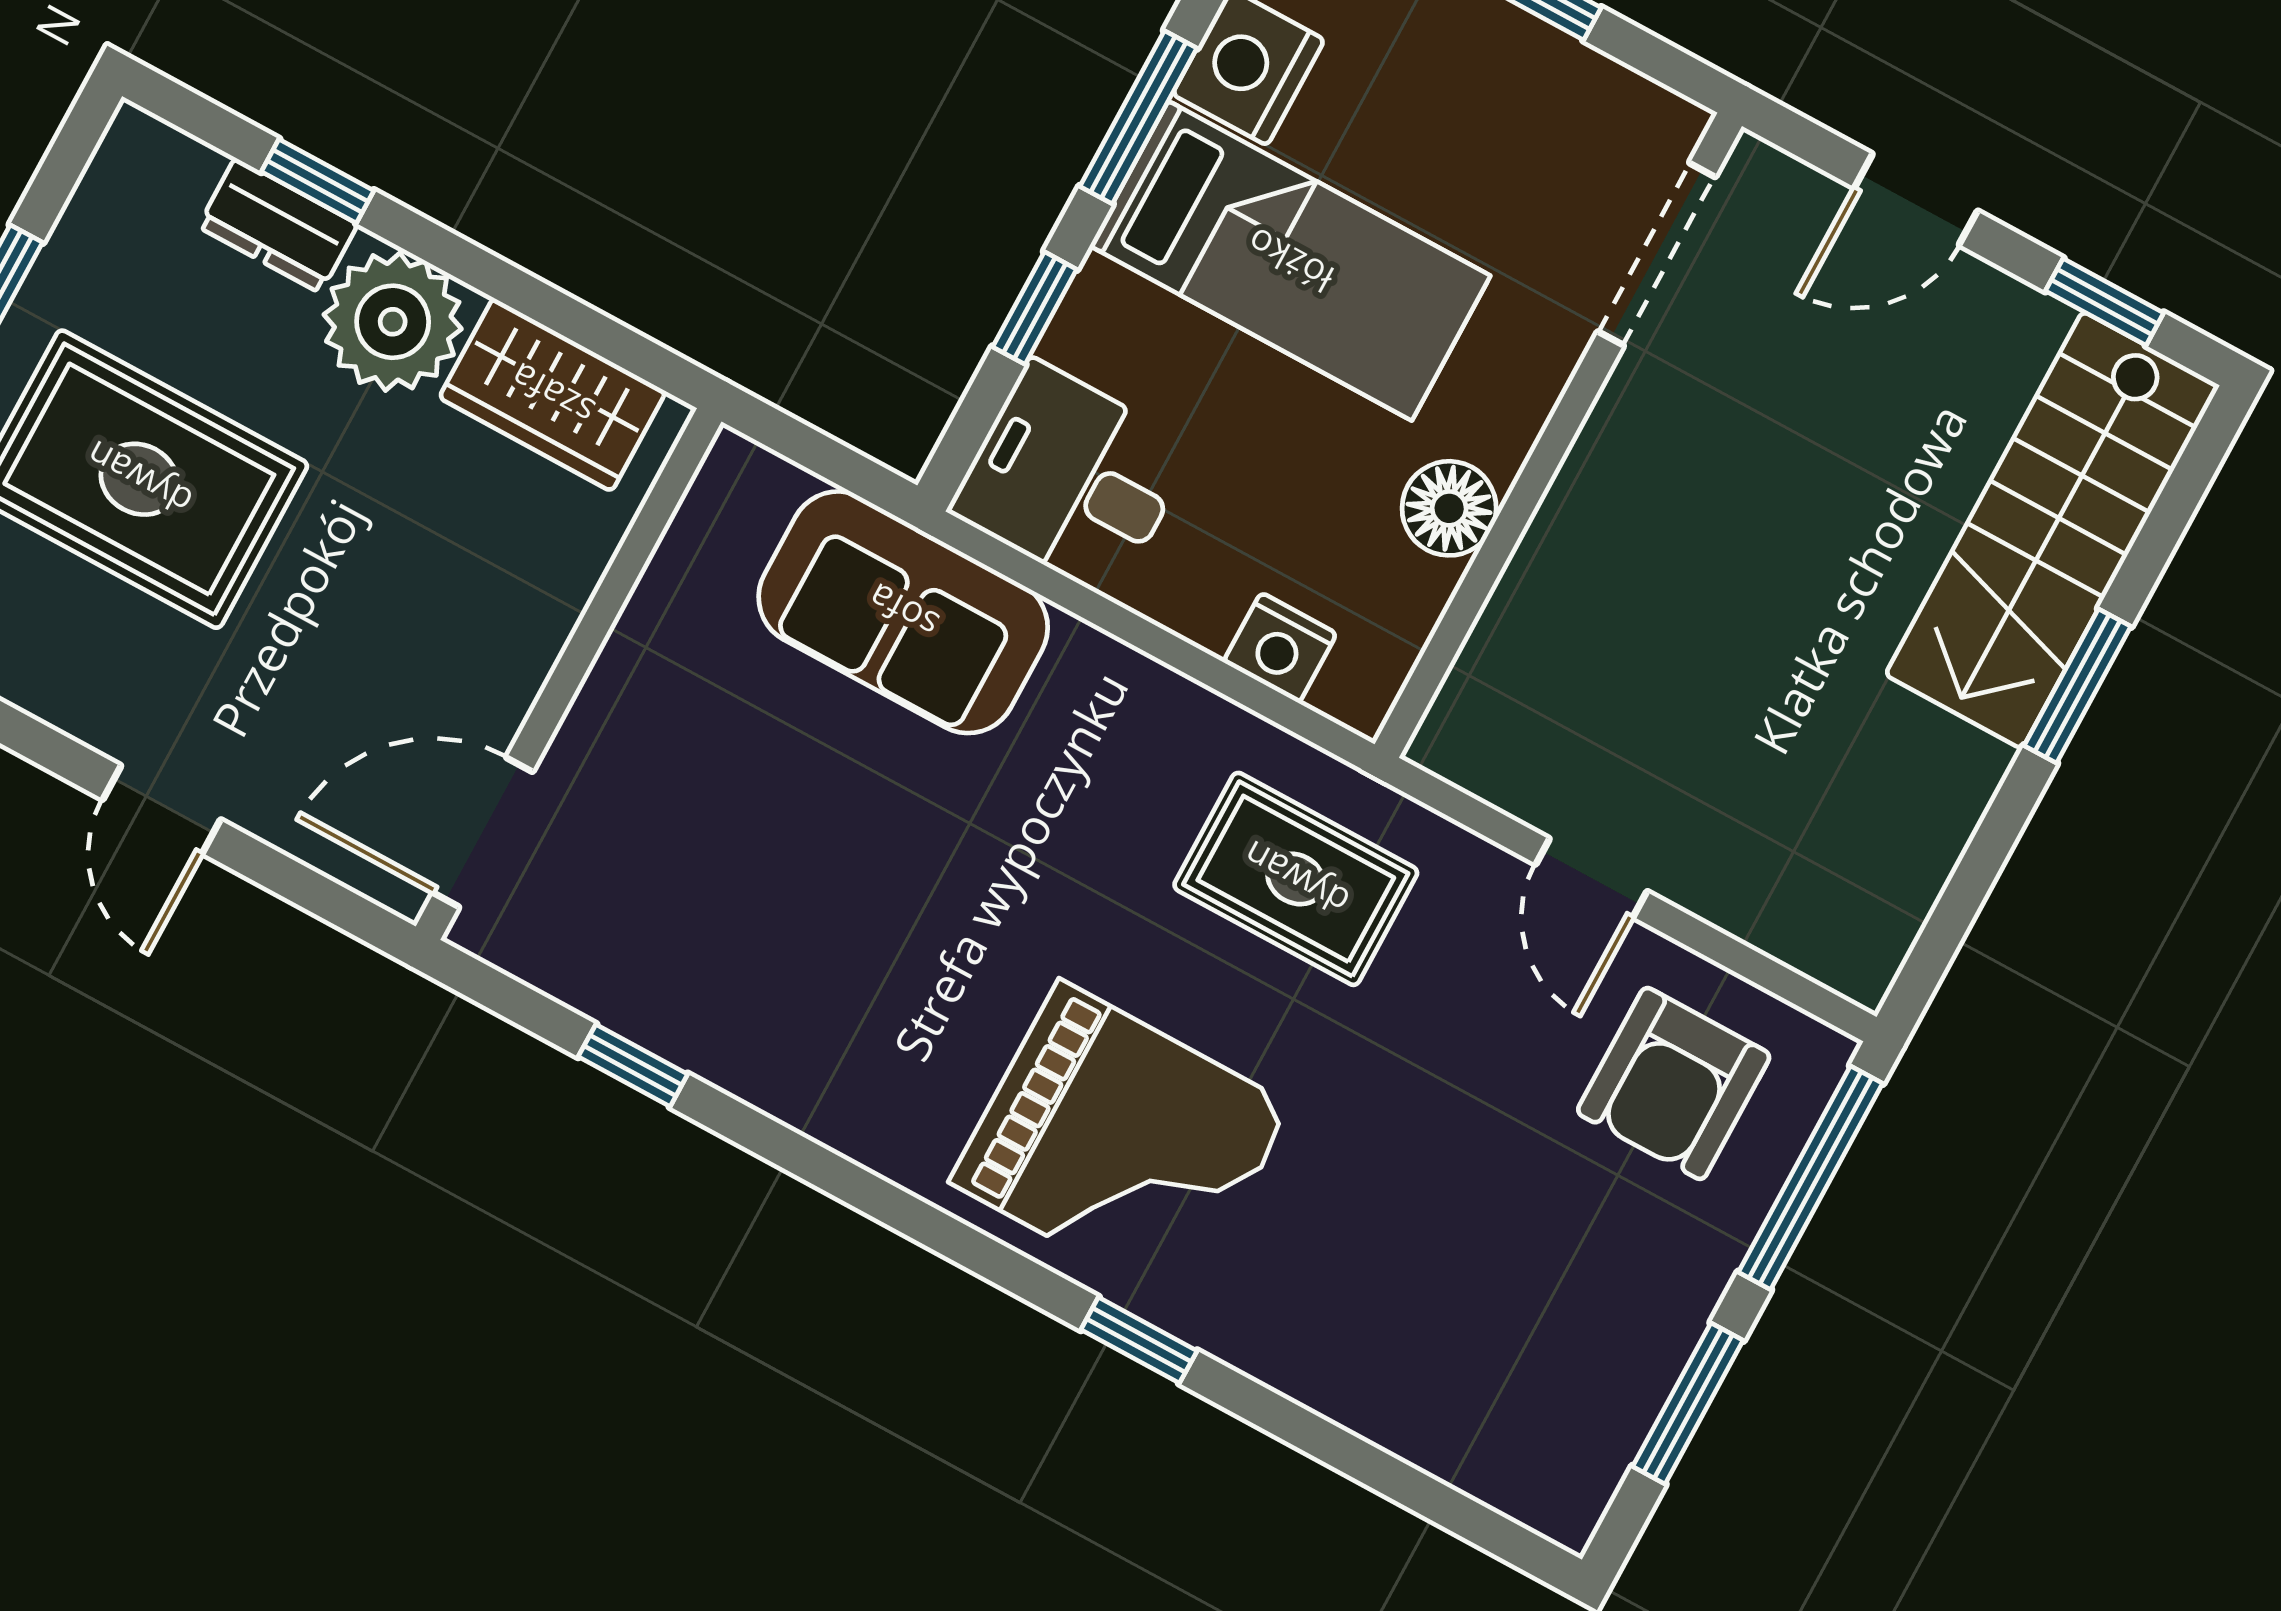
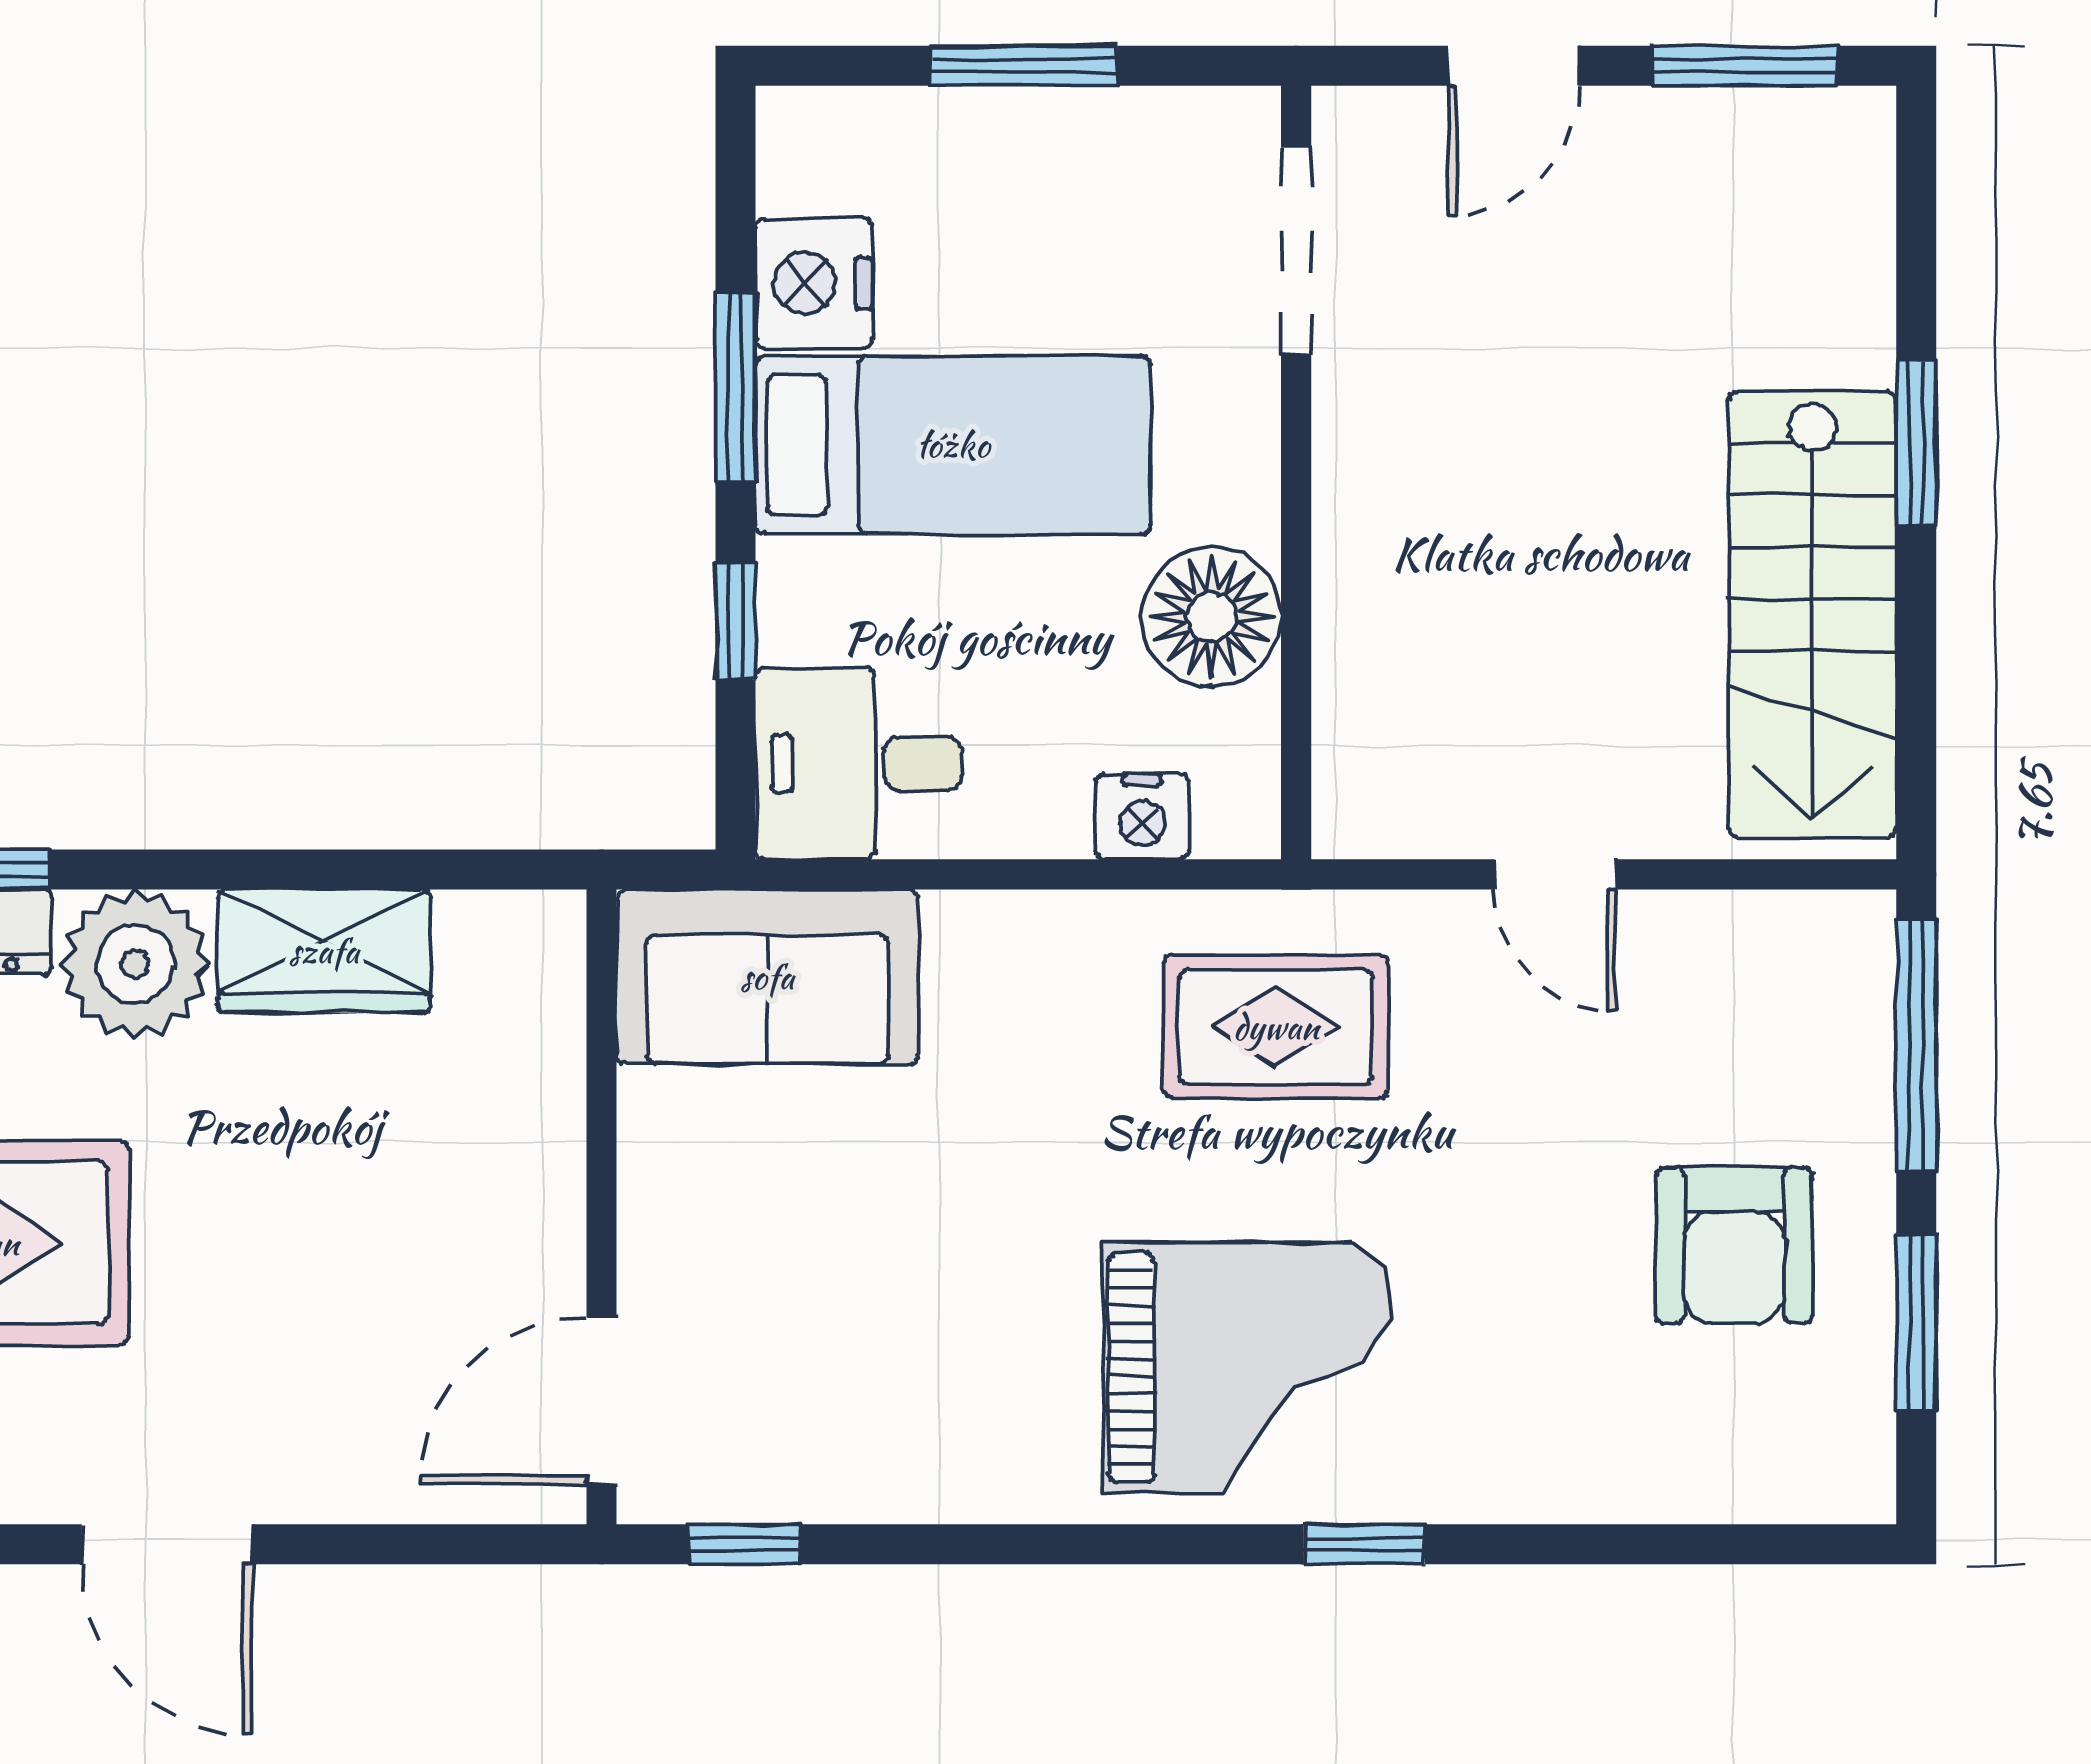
window: (2105, 302) -> (1745, 66), width x1.50
floor lamp: (1449, 508) -> (1211, 617), width x1.38, depth x1.38
stairs: (2052, 530) -> (1812, 614), moved
wall: (569, 674) -> (602, 1207), moved
door: (162, 810) -> (167, 1544), width x1.38
door: (483, 832) -> (602, 1401), moved
armchair: (1674, 1083) -> (1734, 1245), moved

